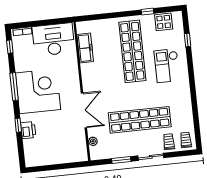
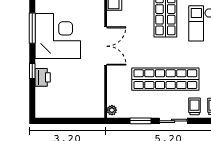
double door: (84, 110) -> (106, 46), moved
plant: (93, 141) -> (112, 110), moved

